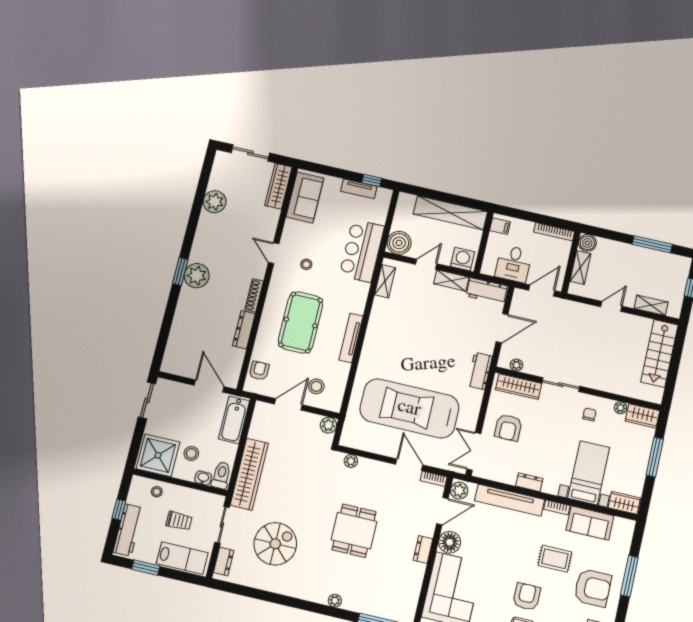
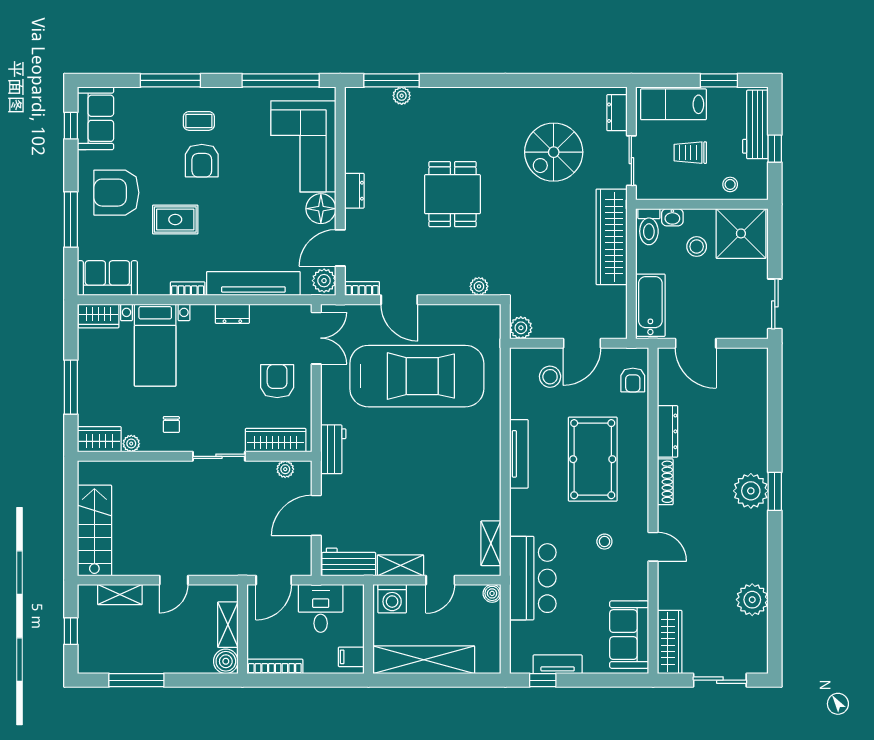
boiler: (399, 243) -> (492, 593), width x0.54, depth x0.54
sofa: (590, 523) -> (107, 278), moved
plant: (335, 601) -> (402, 96), moved

